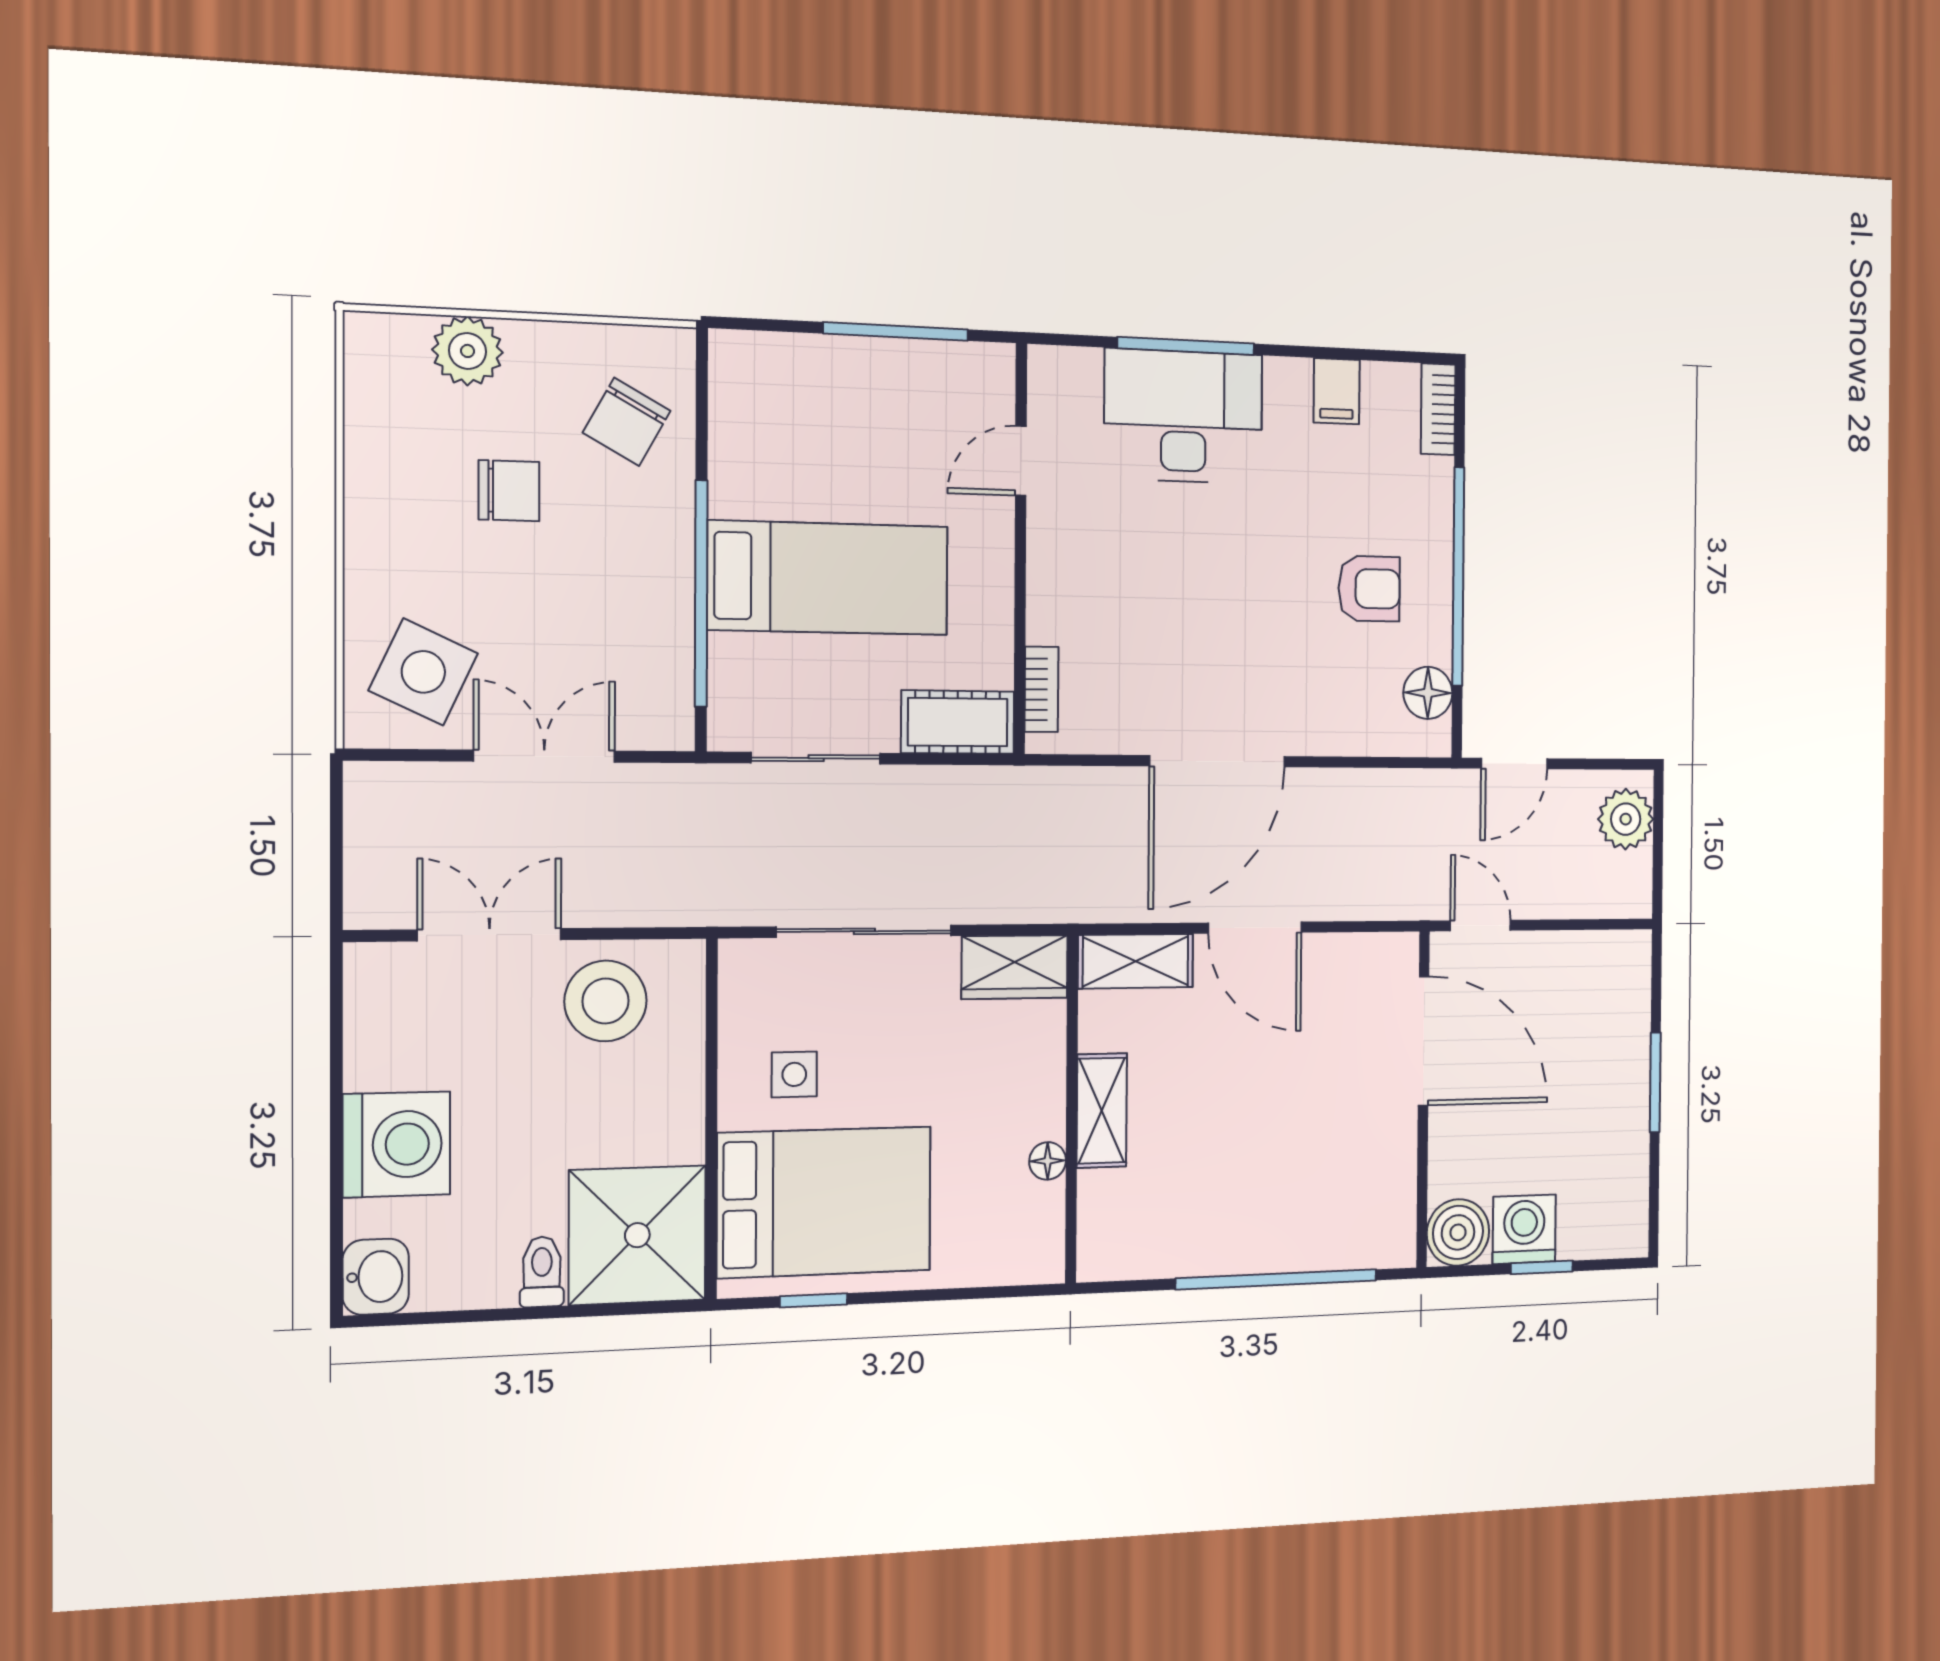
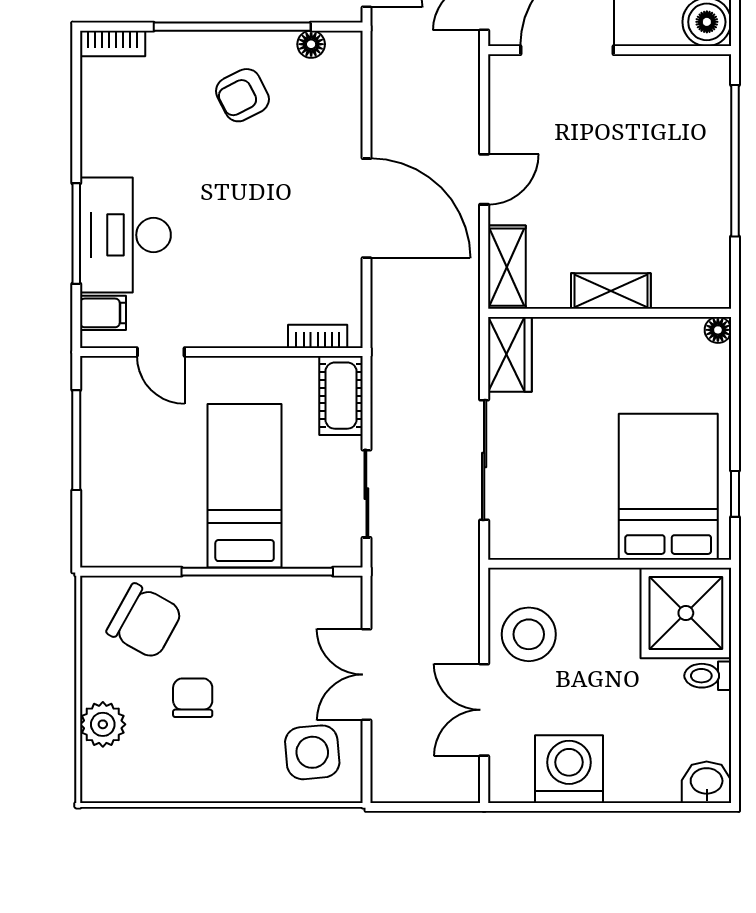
filing cabinet: (1337, 391) -> (103, 313), moved
chair: (627, 422) -> (145, 621), width x1.37, depth x1.37
armchair: (1369, 589) -> (242, 95), turned -117
side table: (423, 672) -> (312, 752), turned -30
floor lamp: (1428, 693) -> (311, 44), width x0.73, depth x0.73
door: (1255, 928) -> (484, 179), width x0.73
side table: (794, 1074) -> (581, 508), removed
washing machine: (397, 1144) -> (569, 769), moved
floor lamp: (1048, 1161) -> (718, 330), moved

